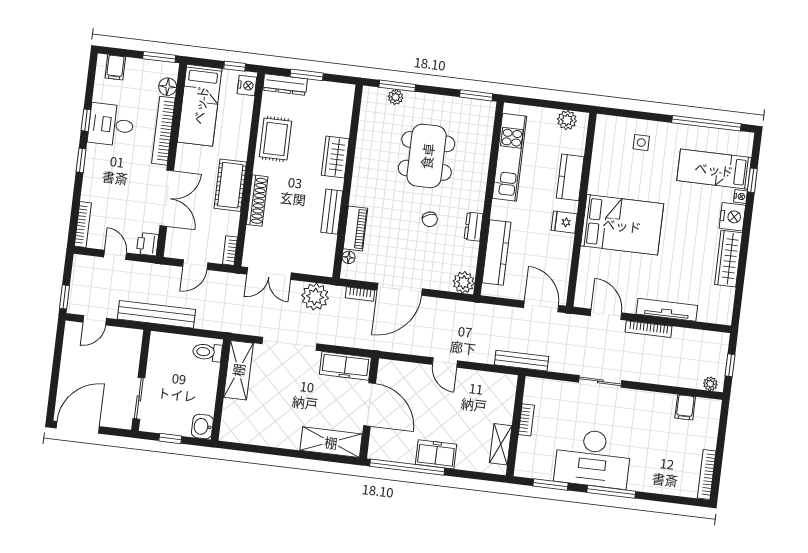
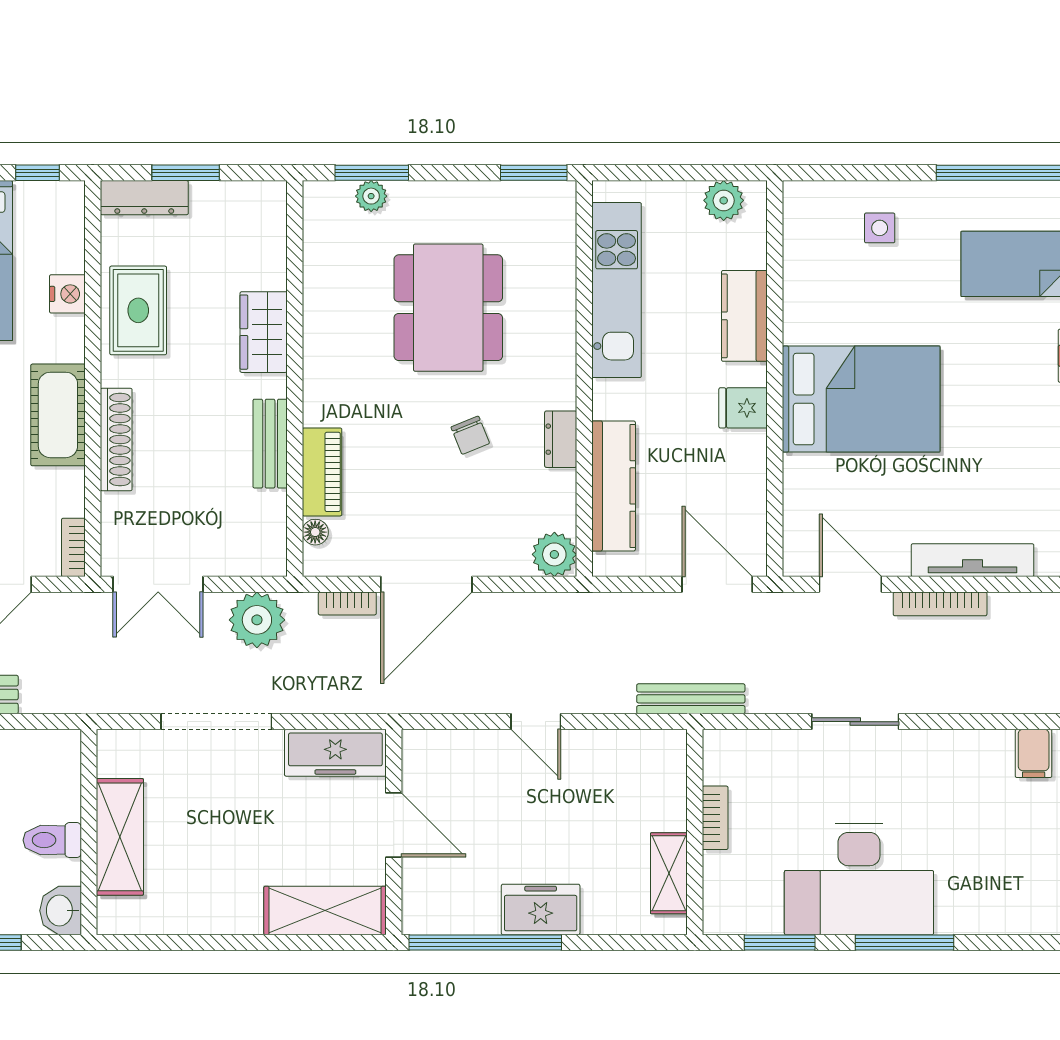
nightstand: (247, 85) -> (67, 294), moved
toilet: (207, 352) -> (52, 840), moved
shelving: (238, 370) -> (120, 837), moved
door: (370, 404) -> (394, 825), width x0.73

